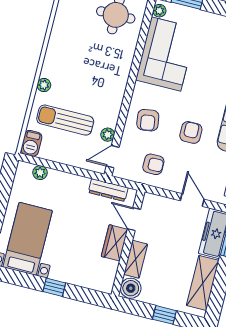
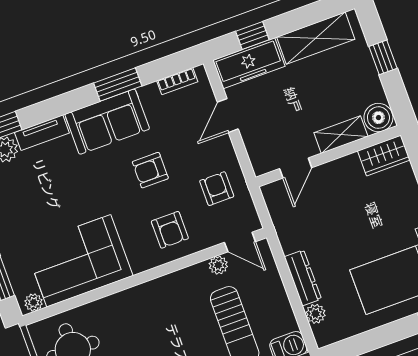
armchair: (148, 120) -> (170, 230), turned 98
dresser: (108, 190) -> (303, 278), moved
wardrobe: (115, 243) -> (384, 155), moved

